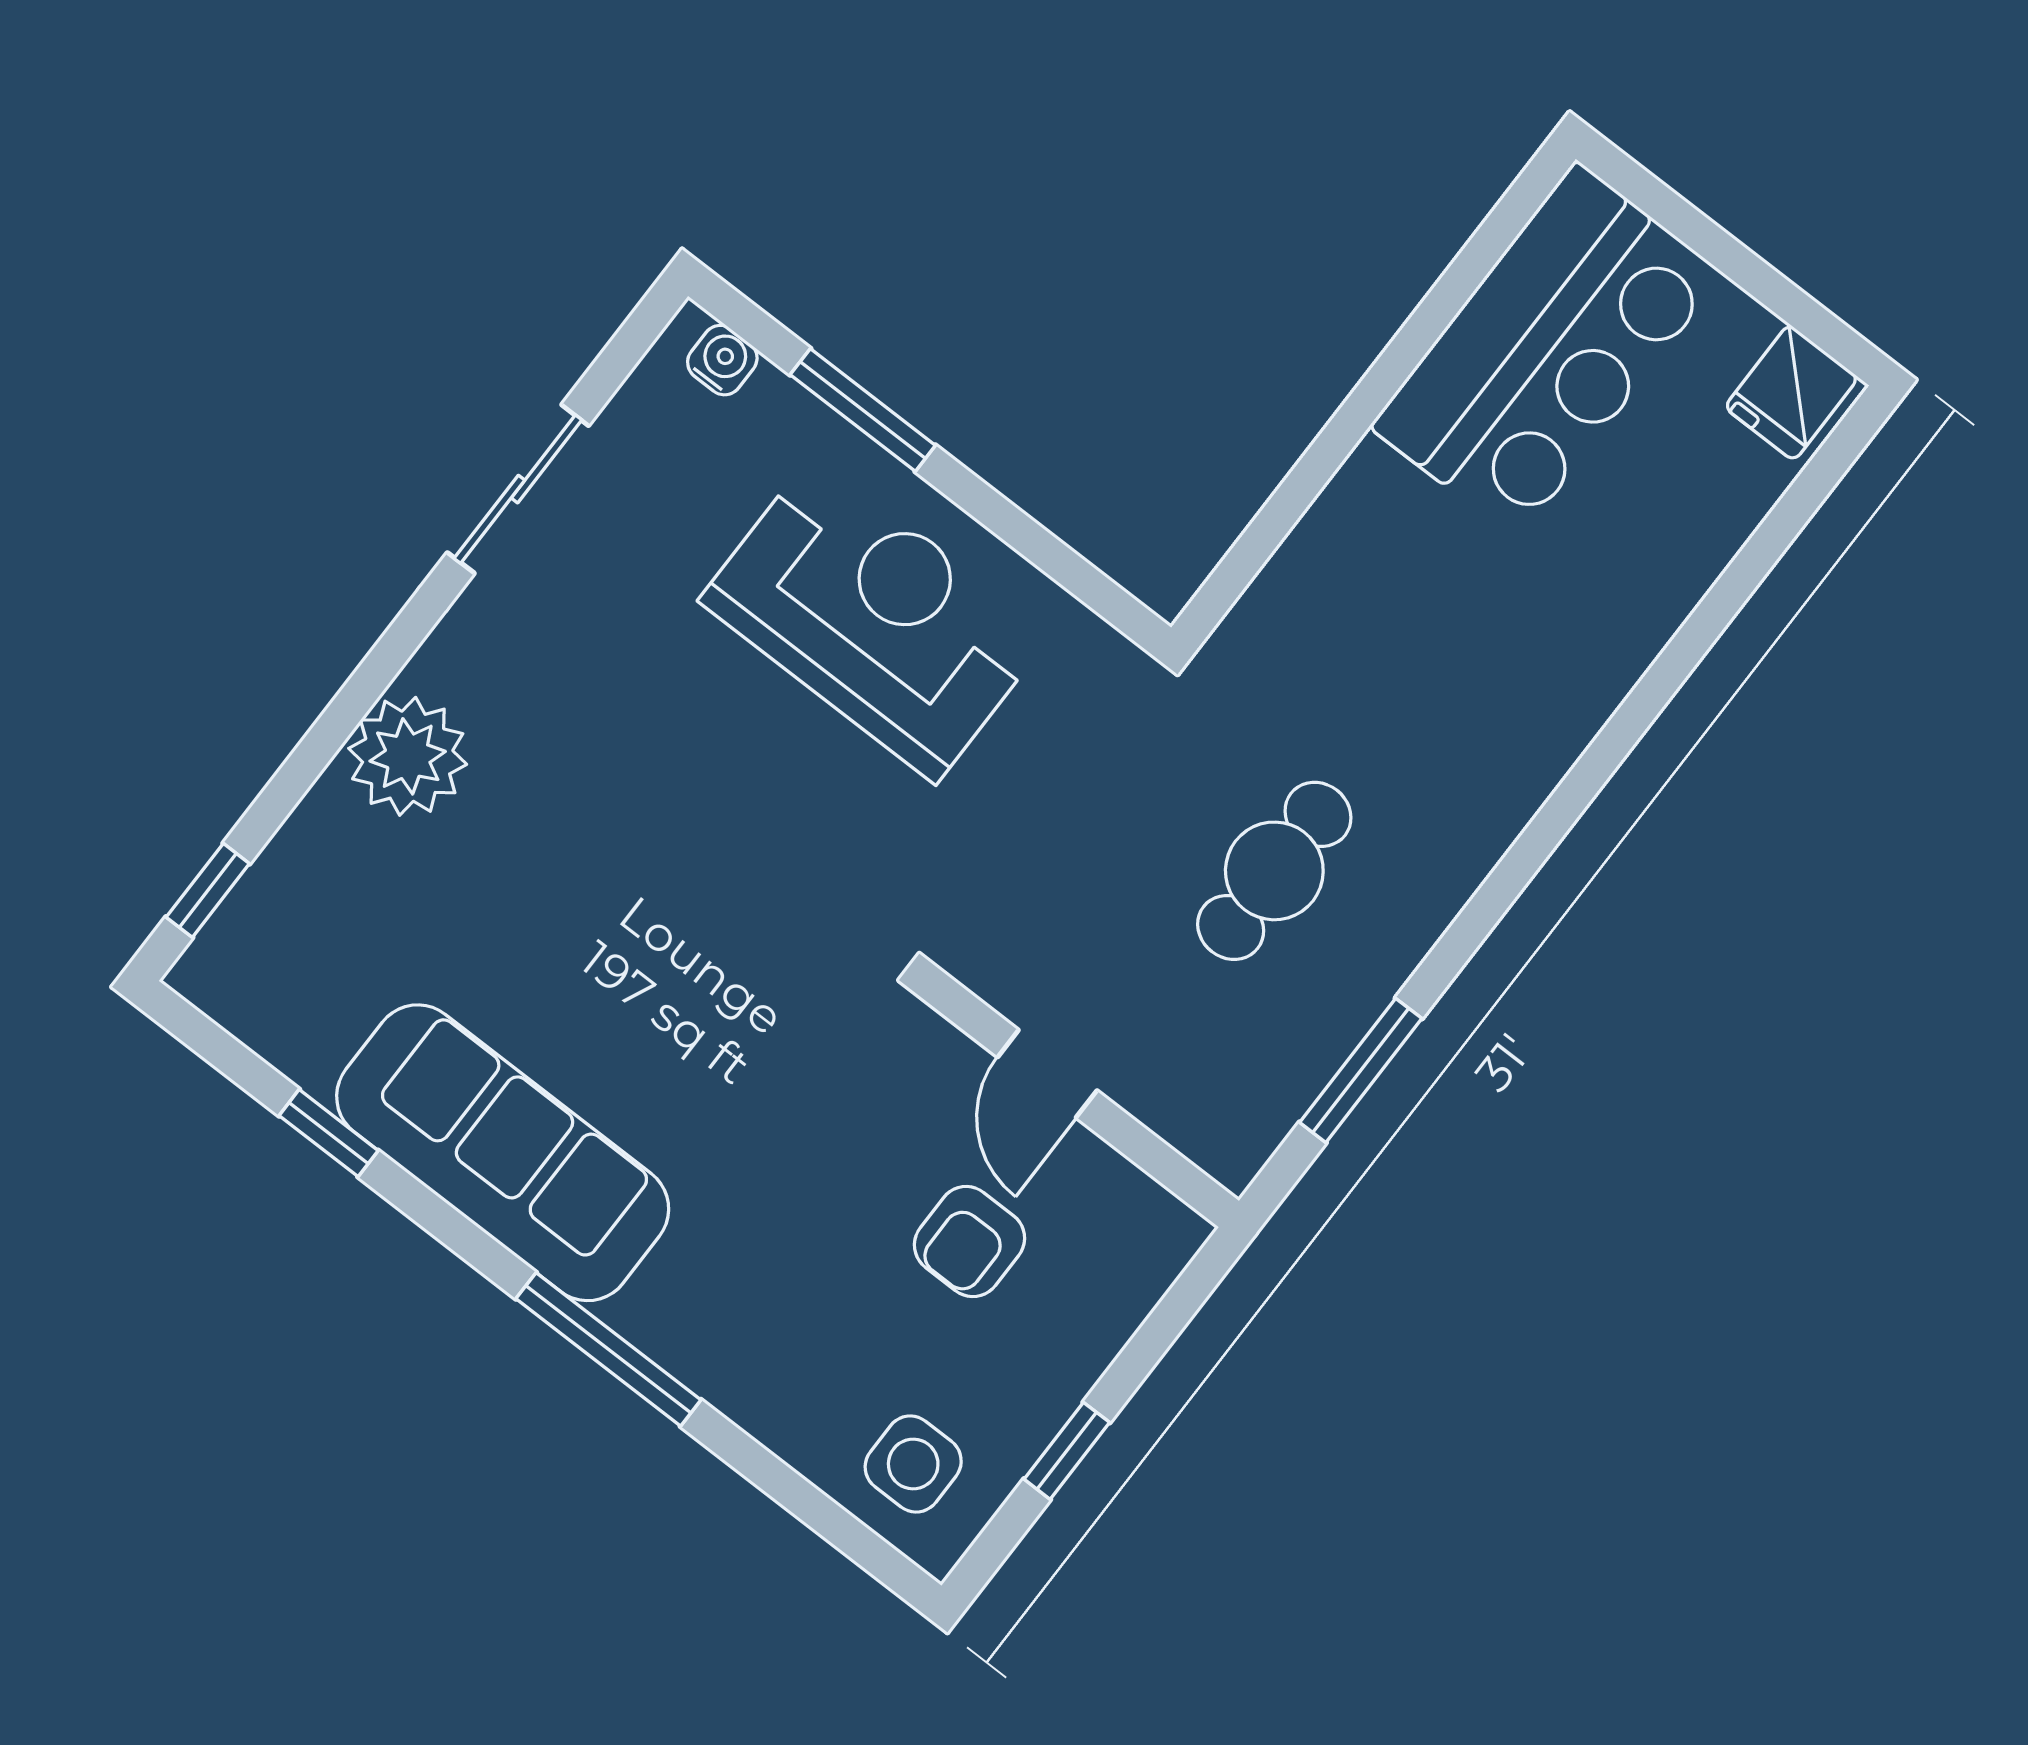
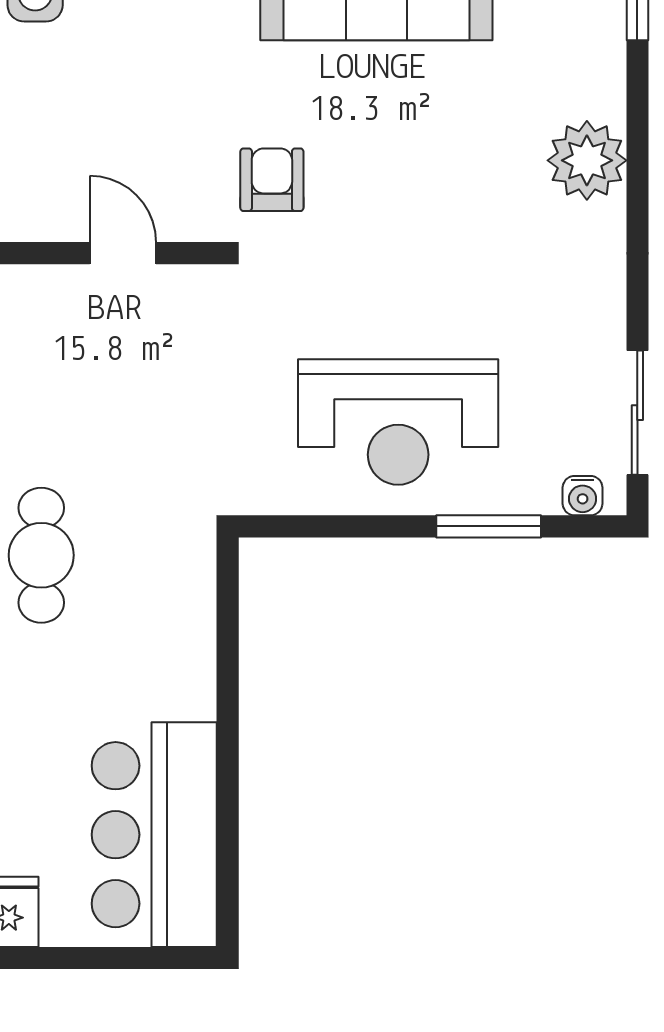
sliding door: (518, 489) -> (637, 413), moved
cafe table: (1274, 871) -> (41, 555), moved
armchair: (969, 1242) -> (272, 180), moved

